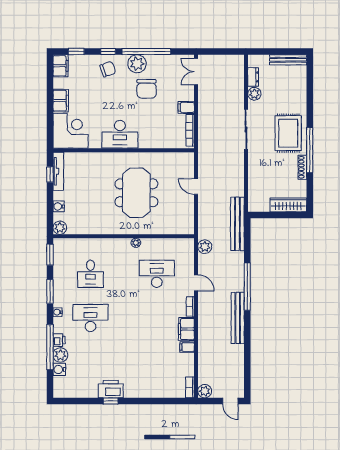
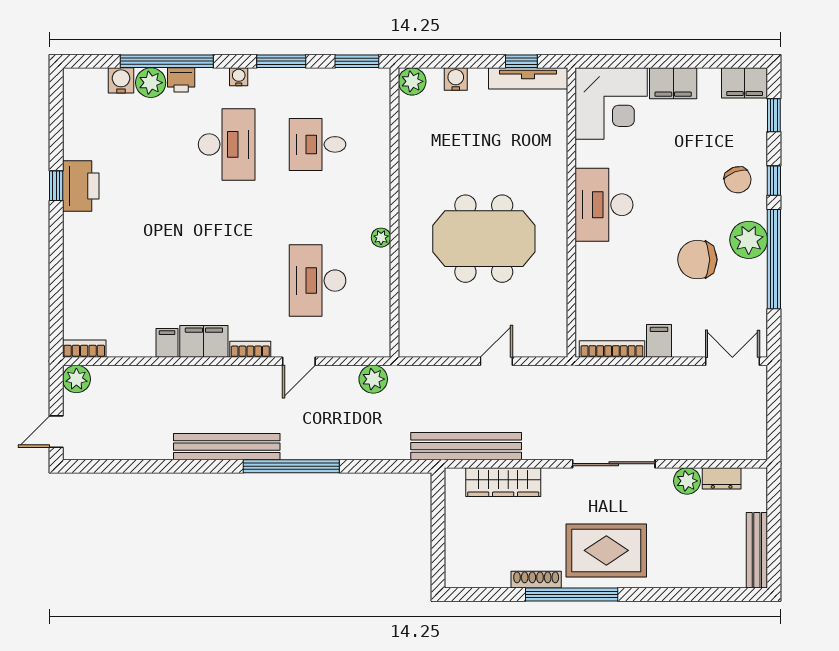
wardrobe: (288, 205) -> (503, 482), moved, turned 90
bench: (237, 224) -> (466, 446), moved
desk: (157, 274) -> (317, 281), turned 180

